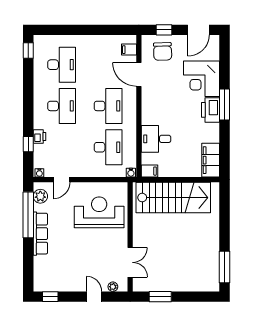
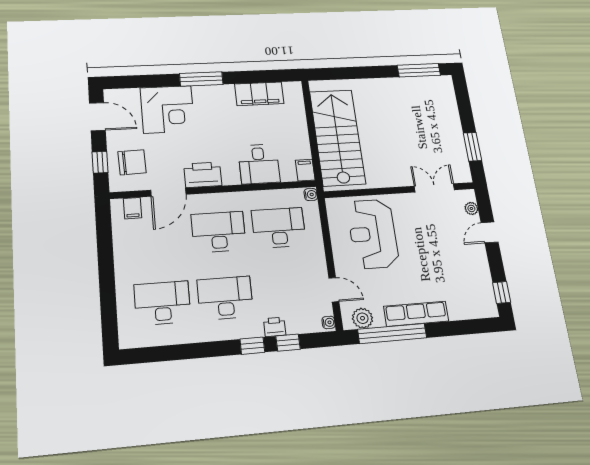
window: (28, 51) -> (252, 346), moved
printer: (211, 110) -> (203, 175), moved, turned 180
filing cabinet: (211, 160) -> (259, 94), moved

